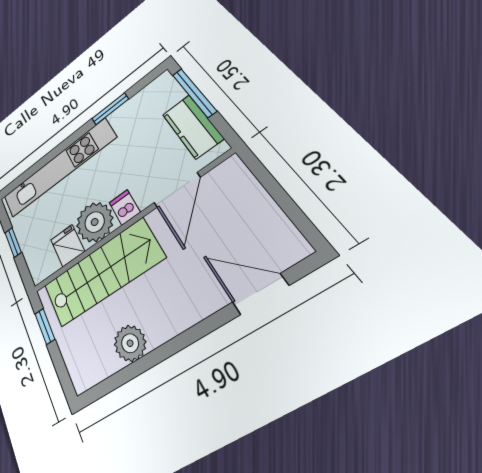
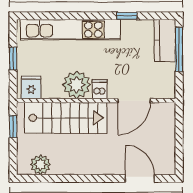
window: (110, 109) -> (127, 16), width x0.67
kitchen counter: (192, 126) -> (165, 41), moved
fridge: (68, 246) -> (31, 87), moved
plant: (130, 343) -> (40, 165), moved

